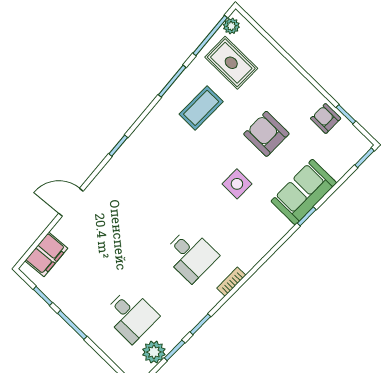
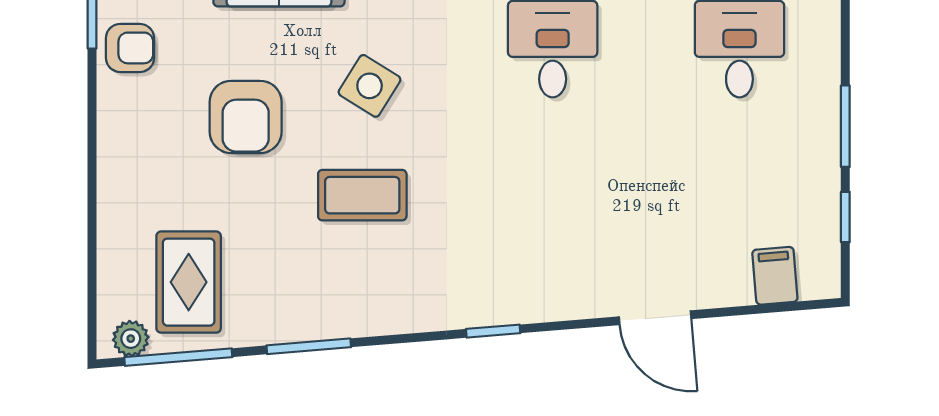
coffee table: (201, 108) -> (362, 195), moved
armchair: (326, 118) -> (130, 48), turned -90
side table: (237, 184) -> (370, 86), turned 32
filing cabinet: (46, 254) -> (775, 276), width x0.50

